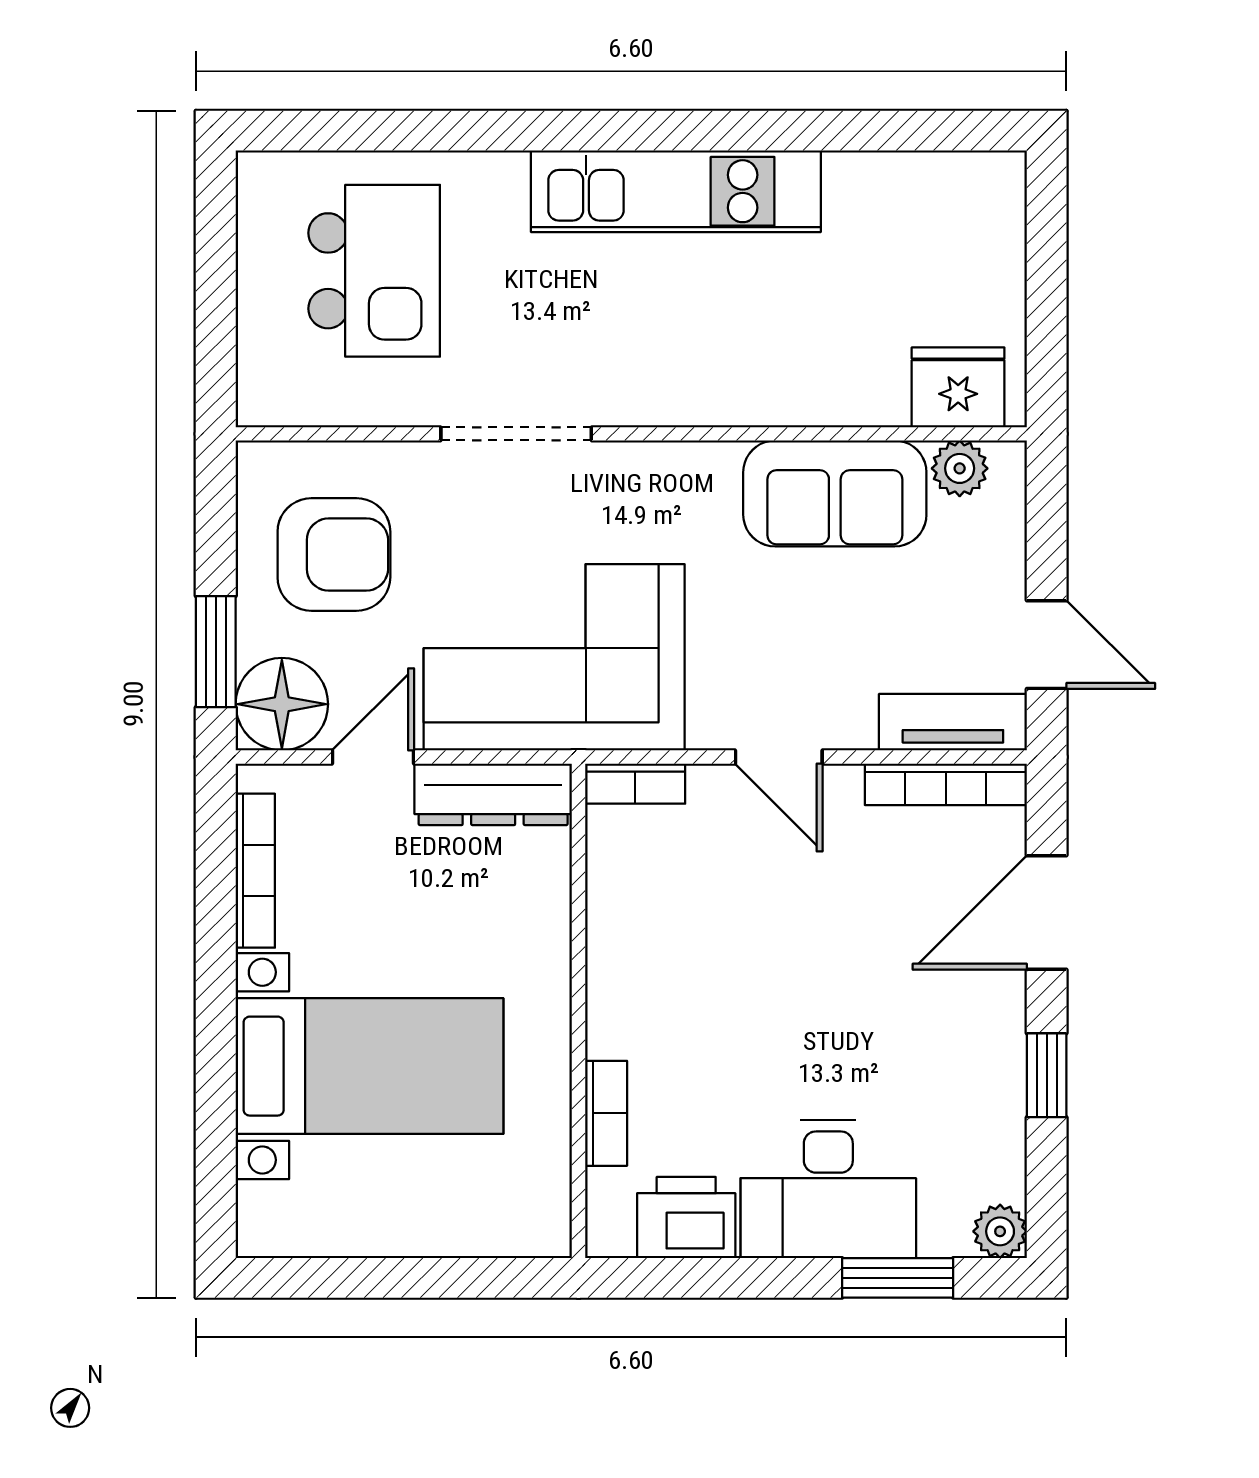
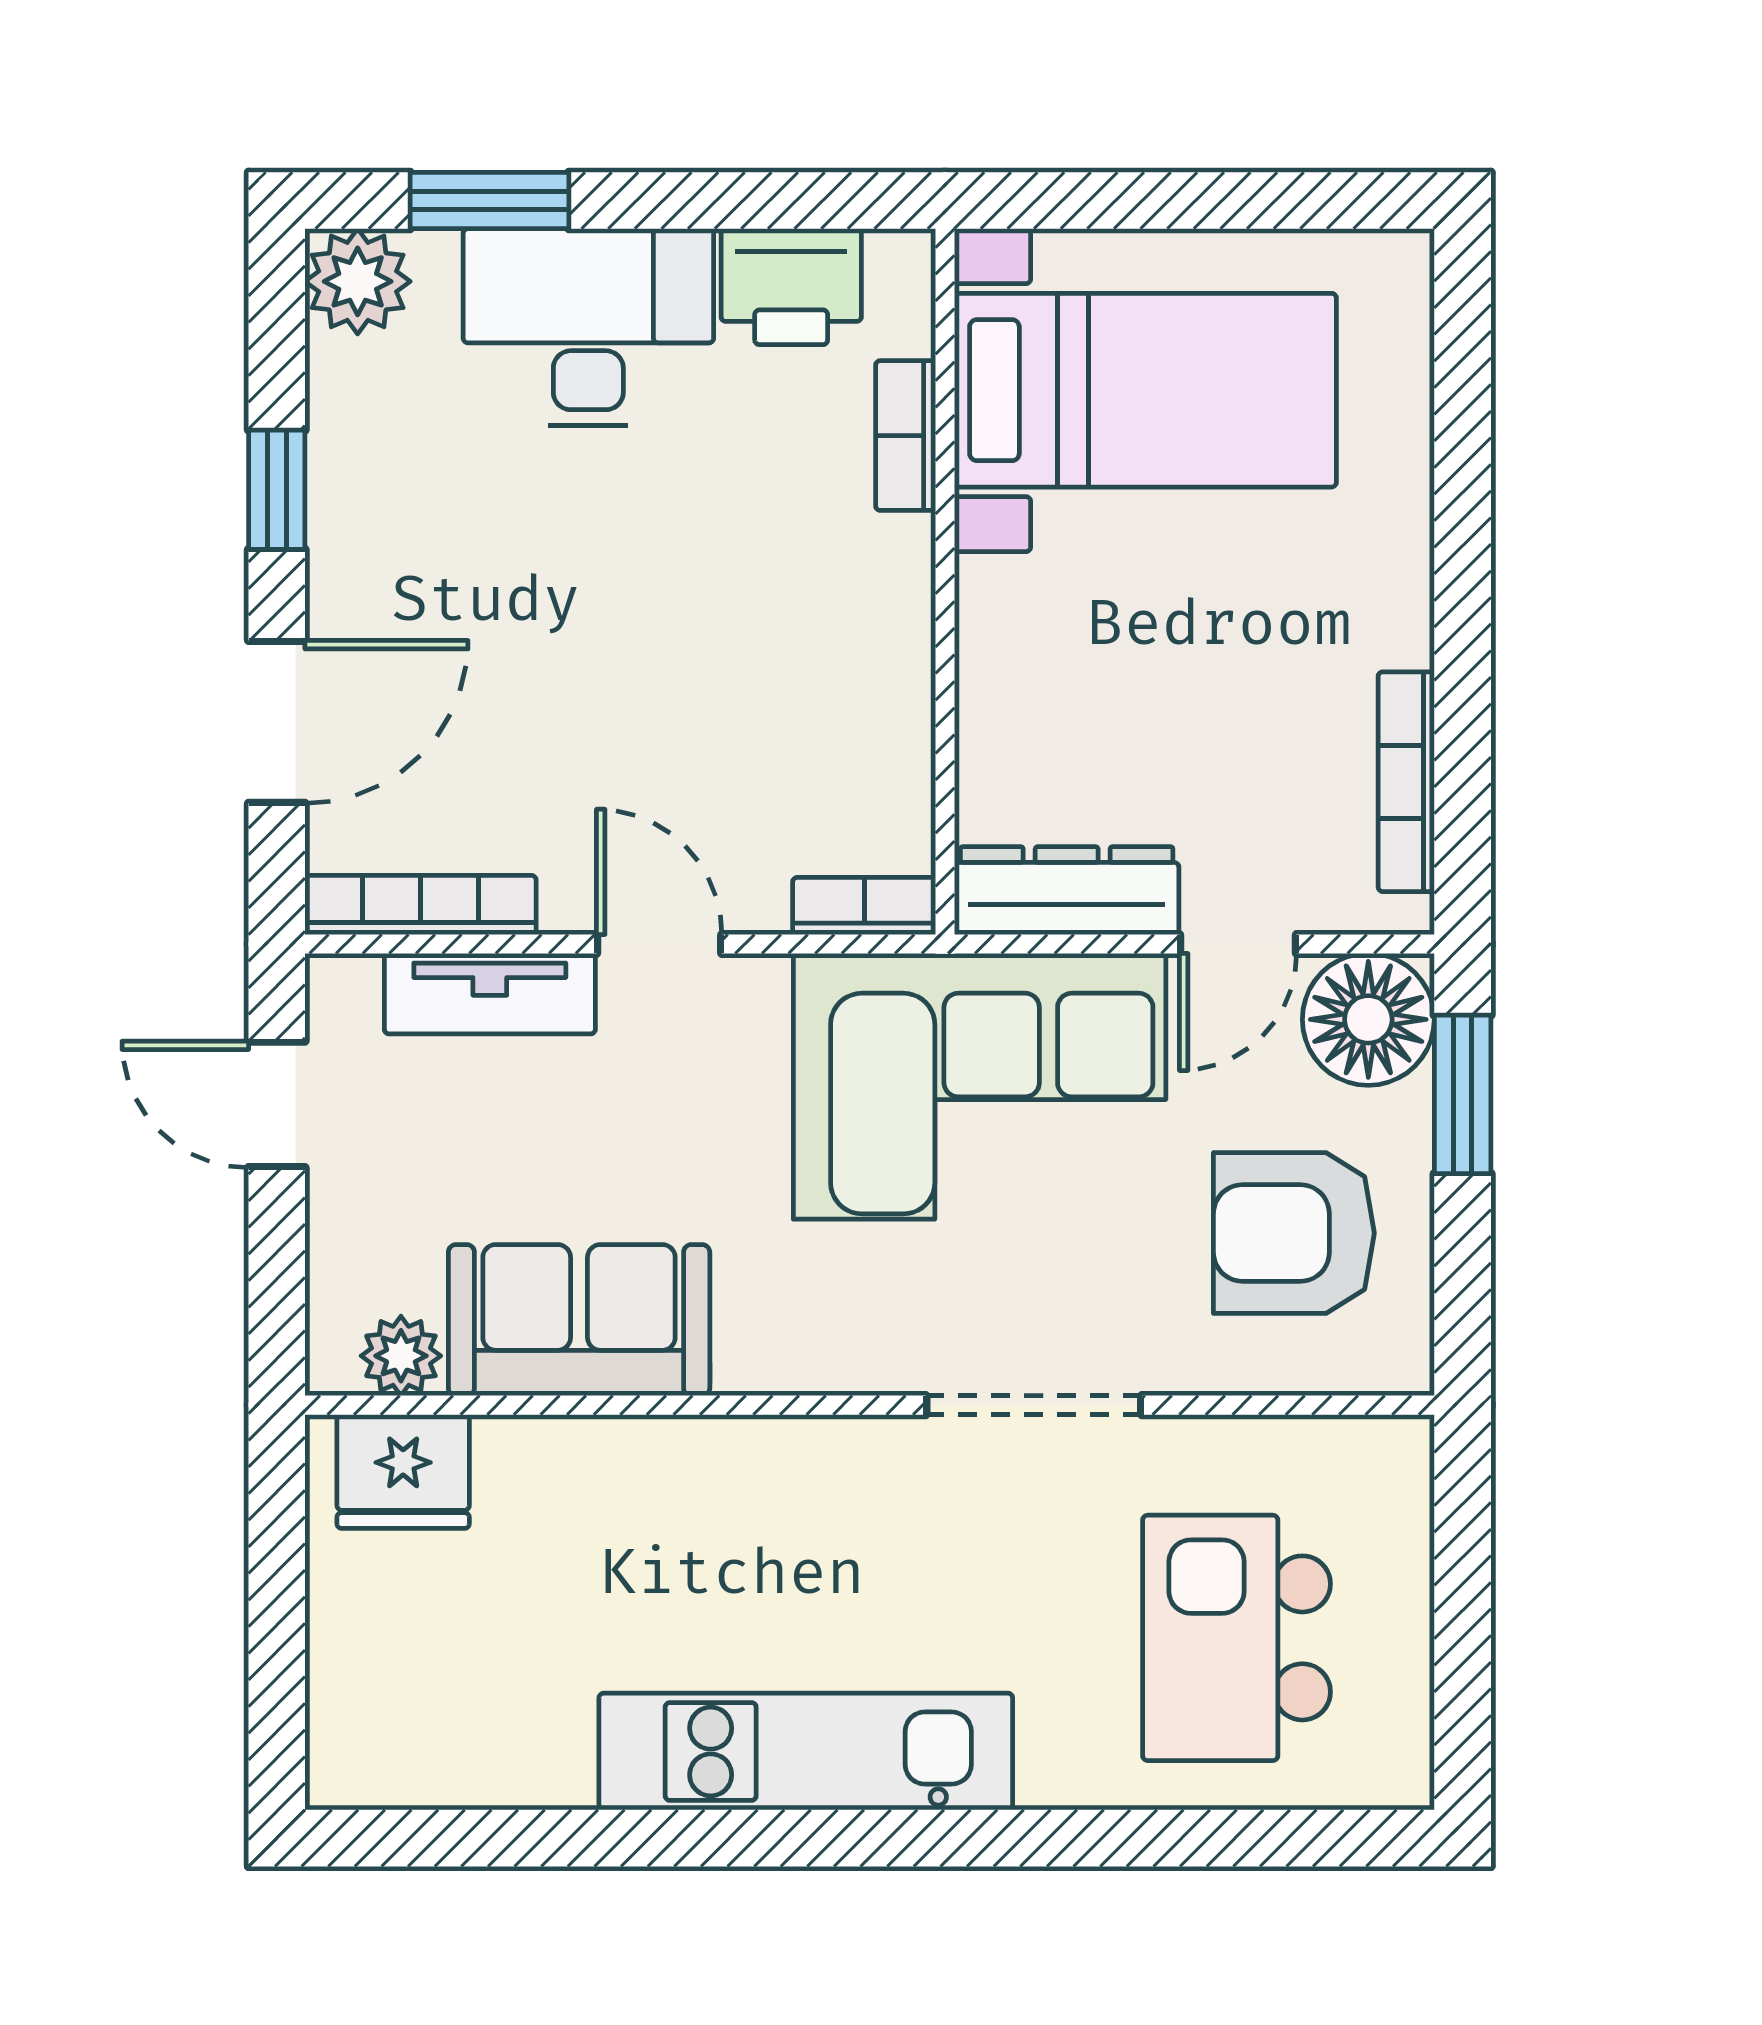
tv unit: (953, 722) -> (490, 994), moved
bed with nightstands: (369, 1066) -> (1145, 390), moved, turned 180
plant: (1000, 1231) -> (358, 281), width x1.38, depth x1.38

